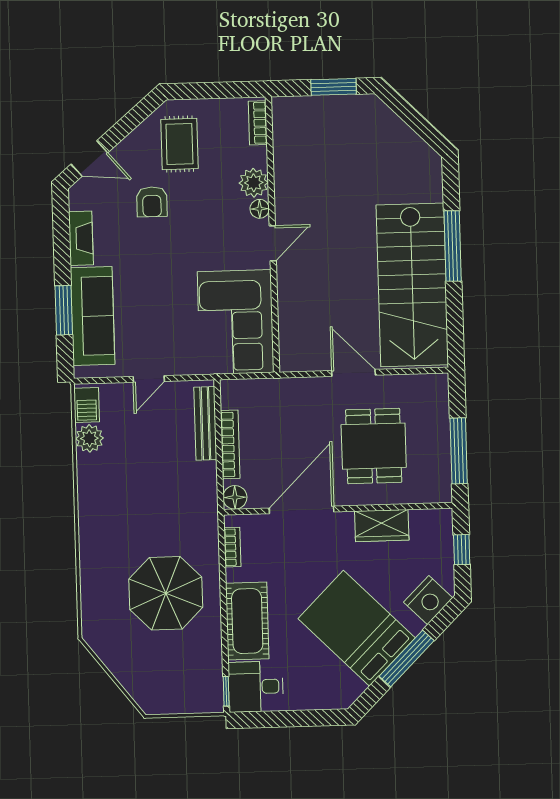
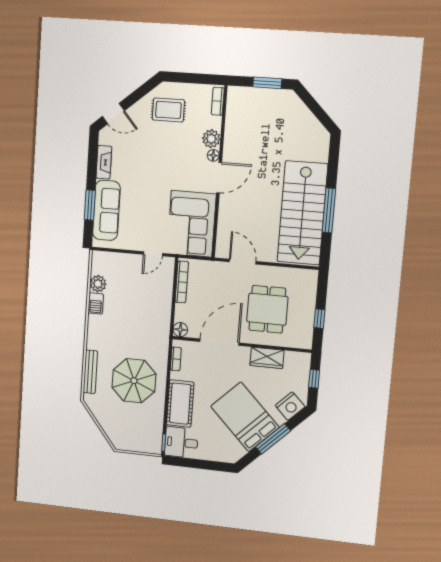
rug: (179, 144) -> (168, 110), turned 90
armchair: (152, 202) -> (148, 144), removed
door: (273, 243) -> (219, 178), width x1.38
window: (453, 246) -> (329, 210), moved
door: (354, 373) -> (243, 262), moved
door: (149, 379) -> (153, 254), moved
barbecue: (87, 405) -> (96, 303), moved
bench: (205, 423) -> (90, 372), moved
bookcase: (230, 444) -> (182, 282), moved
window: (459, 451) -> (319, 319), width x0.46

